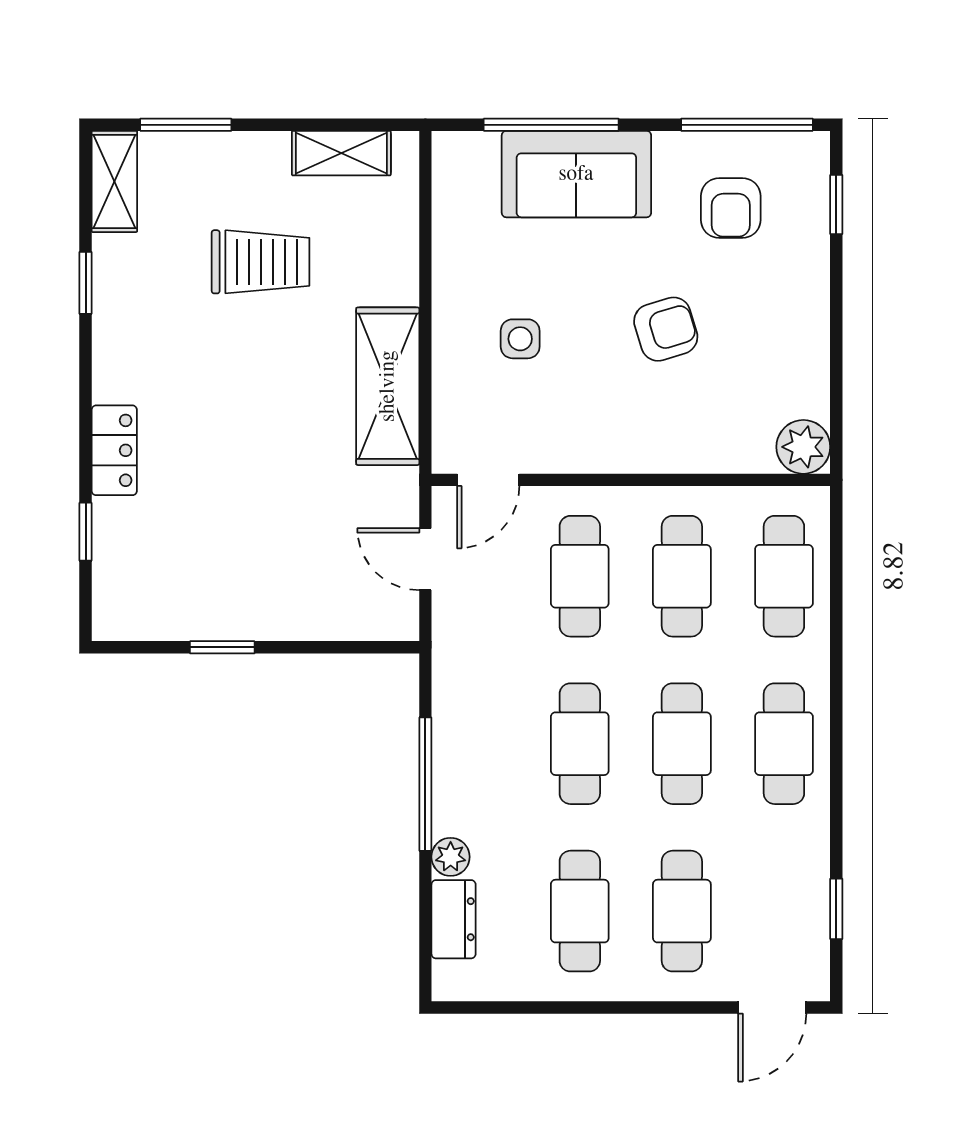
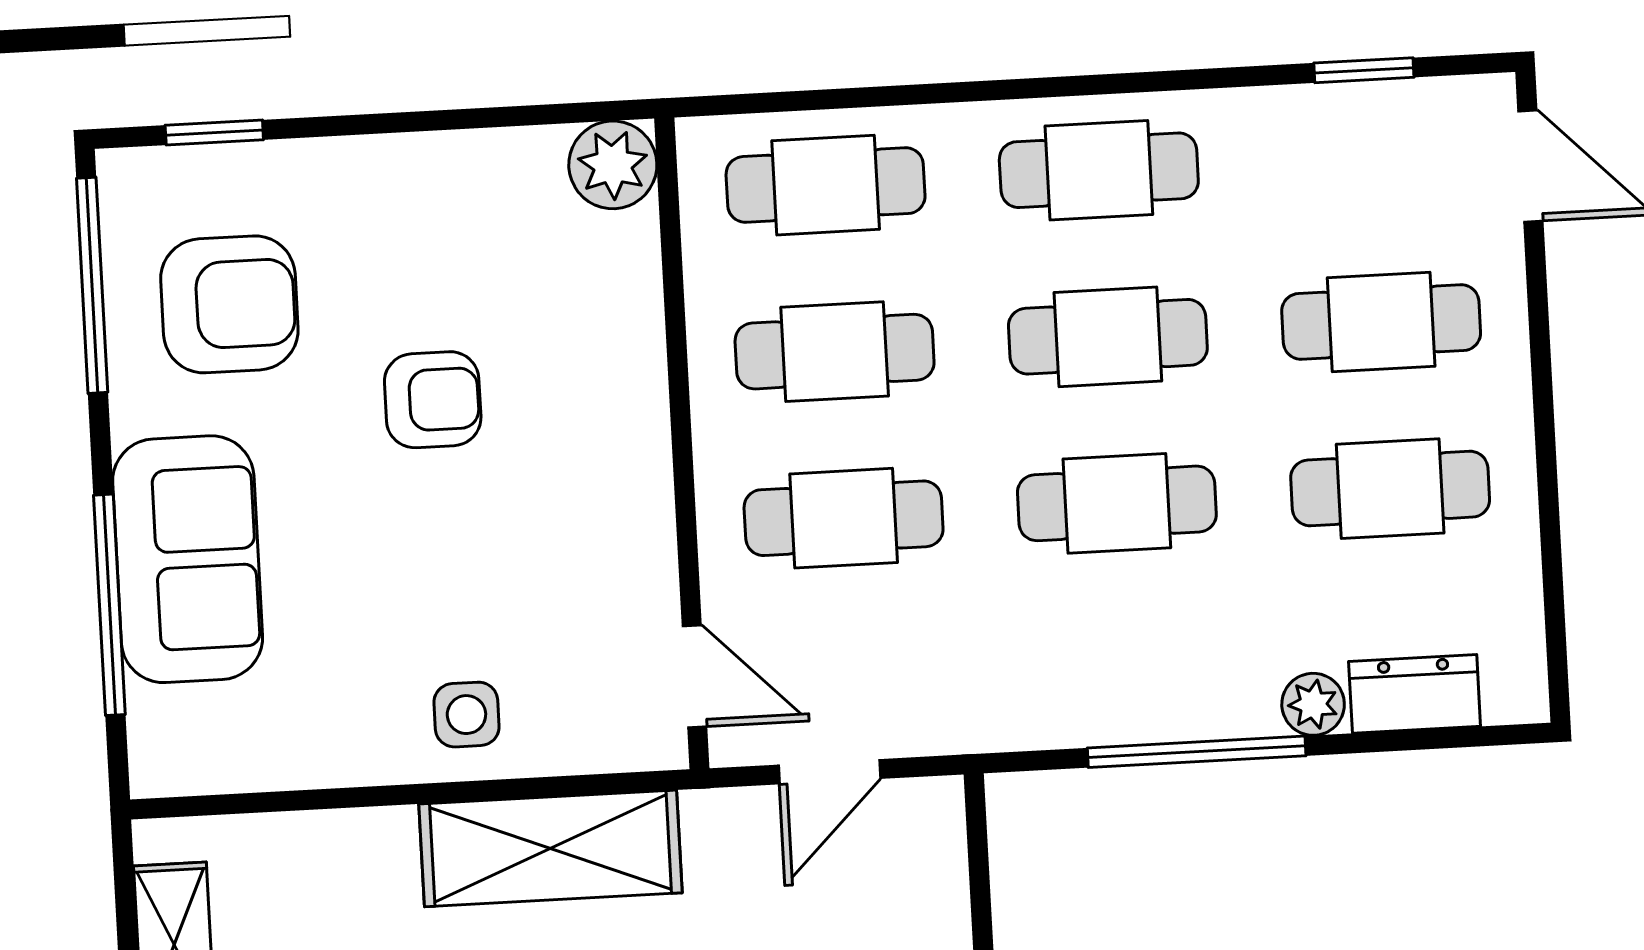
armchair: (731, 208) -> (229, 304), width x1.38, depth x1.38
armchair: (666, 329) -> (433, 400), turned 107
side table: (520, 339) -> (466, 715), moved

